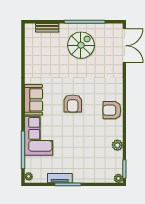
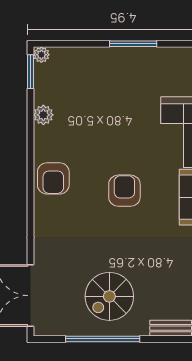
armchair: (112, 110) -> (53, 178), turned 90
tv unit: (60, 178) -> (148, 55), removed

